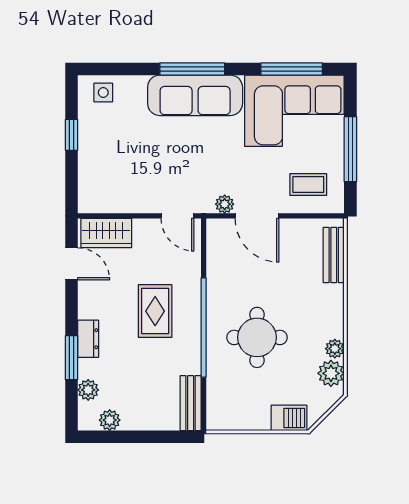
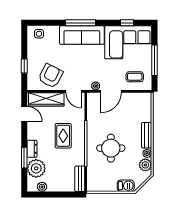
window: (292, 69) -> (127, 23), width x0.46
window: (72, 135) -> (24, 66), moved
armchair: (128, 183) -> (51, 76), added
door: (257, 216) -> (111, 91), hinge flipped
wardrobe: (106, 233) -> (46, 99), width x1.50
bench: (334, 255) -> (147, 135), moved
plant: (88, 390) -> (36, 168), width x1.88, depth x1.88

